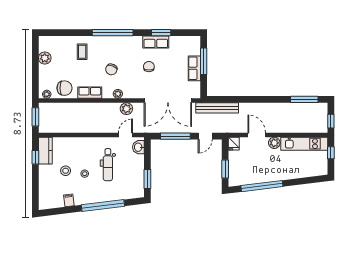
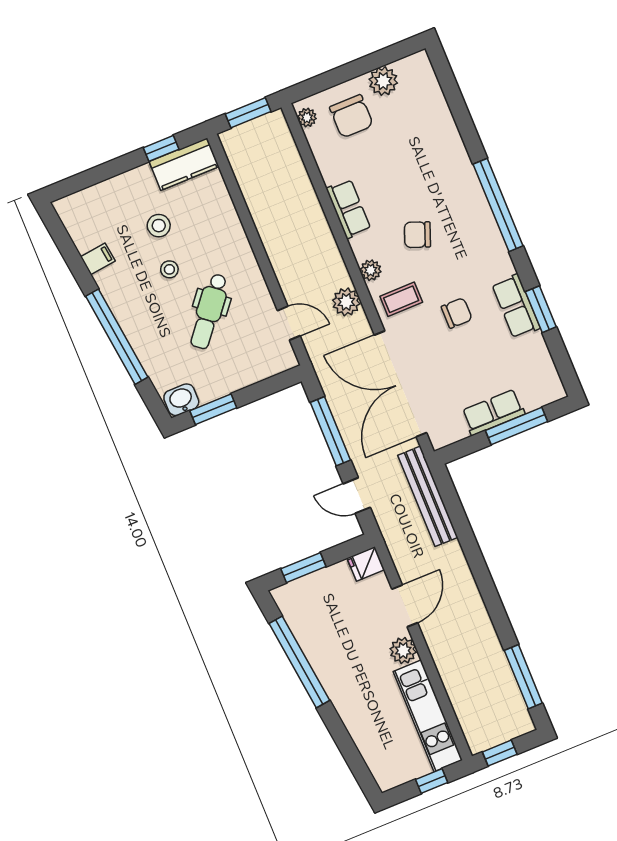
coffee table: (82, 52) -> (401, 299), moved
chair: (64, 88) -> (351, 116), moved
washbasin: (138, 147) -> (181, 400), moved
dental chair: (108, 165) -> (209, 311), turned -51

